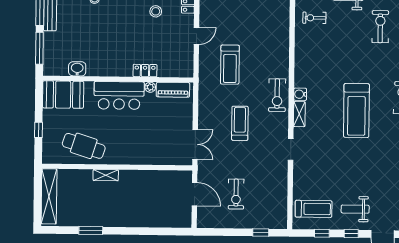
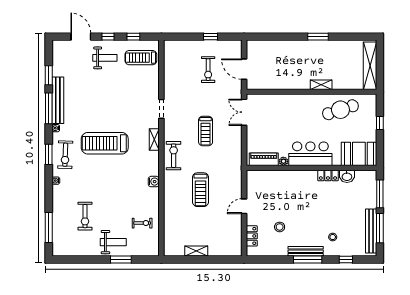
treadmill: (230, 65) -> (201, 190), moved, turned 180
locker: (145, 71) -> (328, 176), moved
water cooler: (300, 94) -> (154, 182), moved
treadmill: (356, 111) -> (105, 143), turned -90
cafe table: (84, 146) -> (340, 110), turned -36
exercise bike: (236, 194) -> (208, 70), turned 180
window: (91, 230) -> (318, 37), moved
window: (261, 233) -> (210, 37), moved

